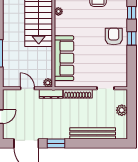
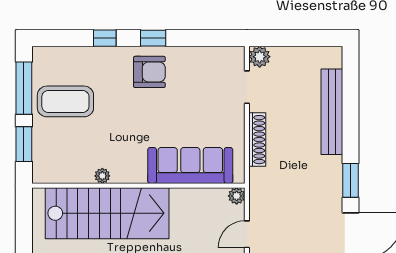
armchair: (114, 36) -> (149, 72), turned 180
dresser: (51, 94) -> (257, 190), removed
plant: (122, 110) -> (260, 57), moved

